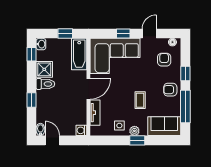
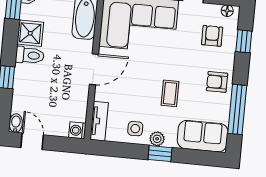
window: (185, 74) -> (244, 41), moved
tv unit: (95, 113) -> (99, 121), moved

